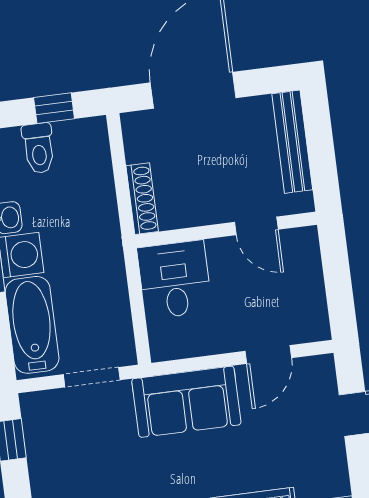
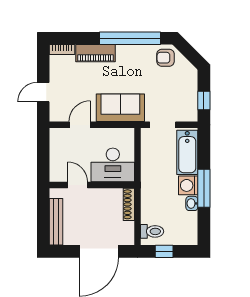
toilet: (39, 148) -> (152, 231), moved, turned 90
desk: (175, 280) -> (113, 165), width x1.37

